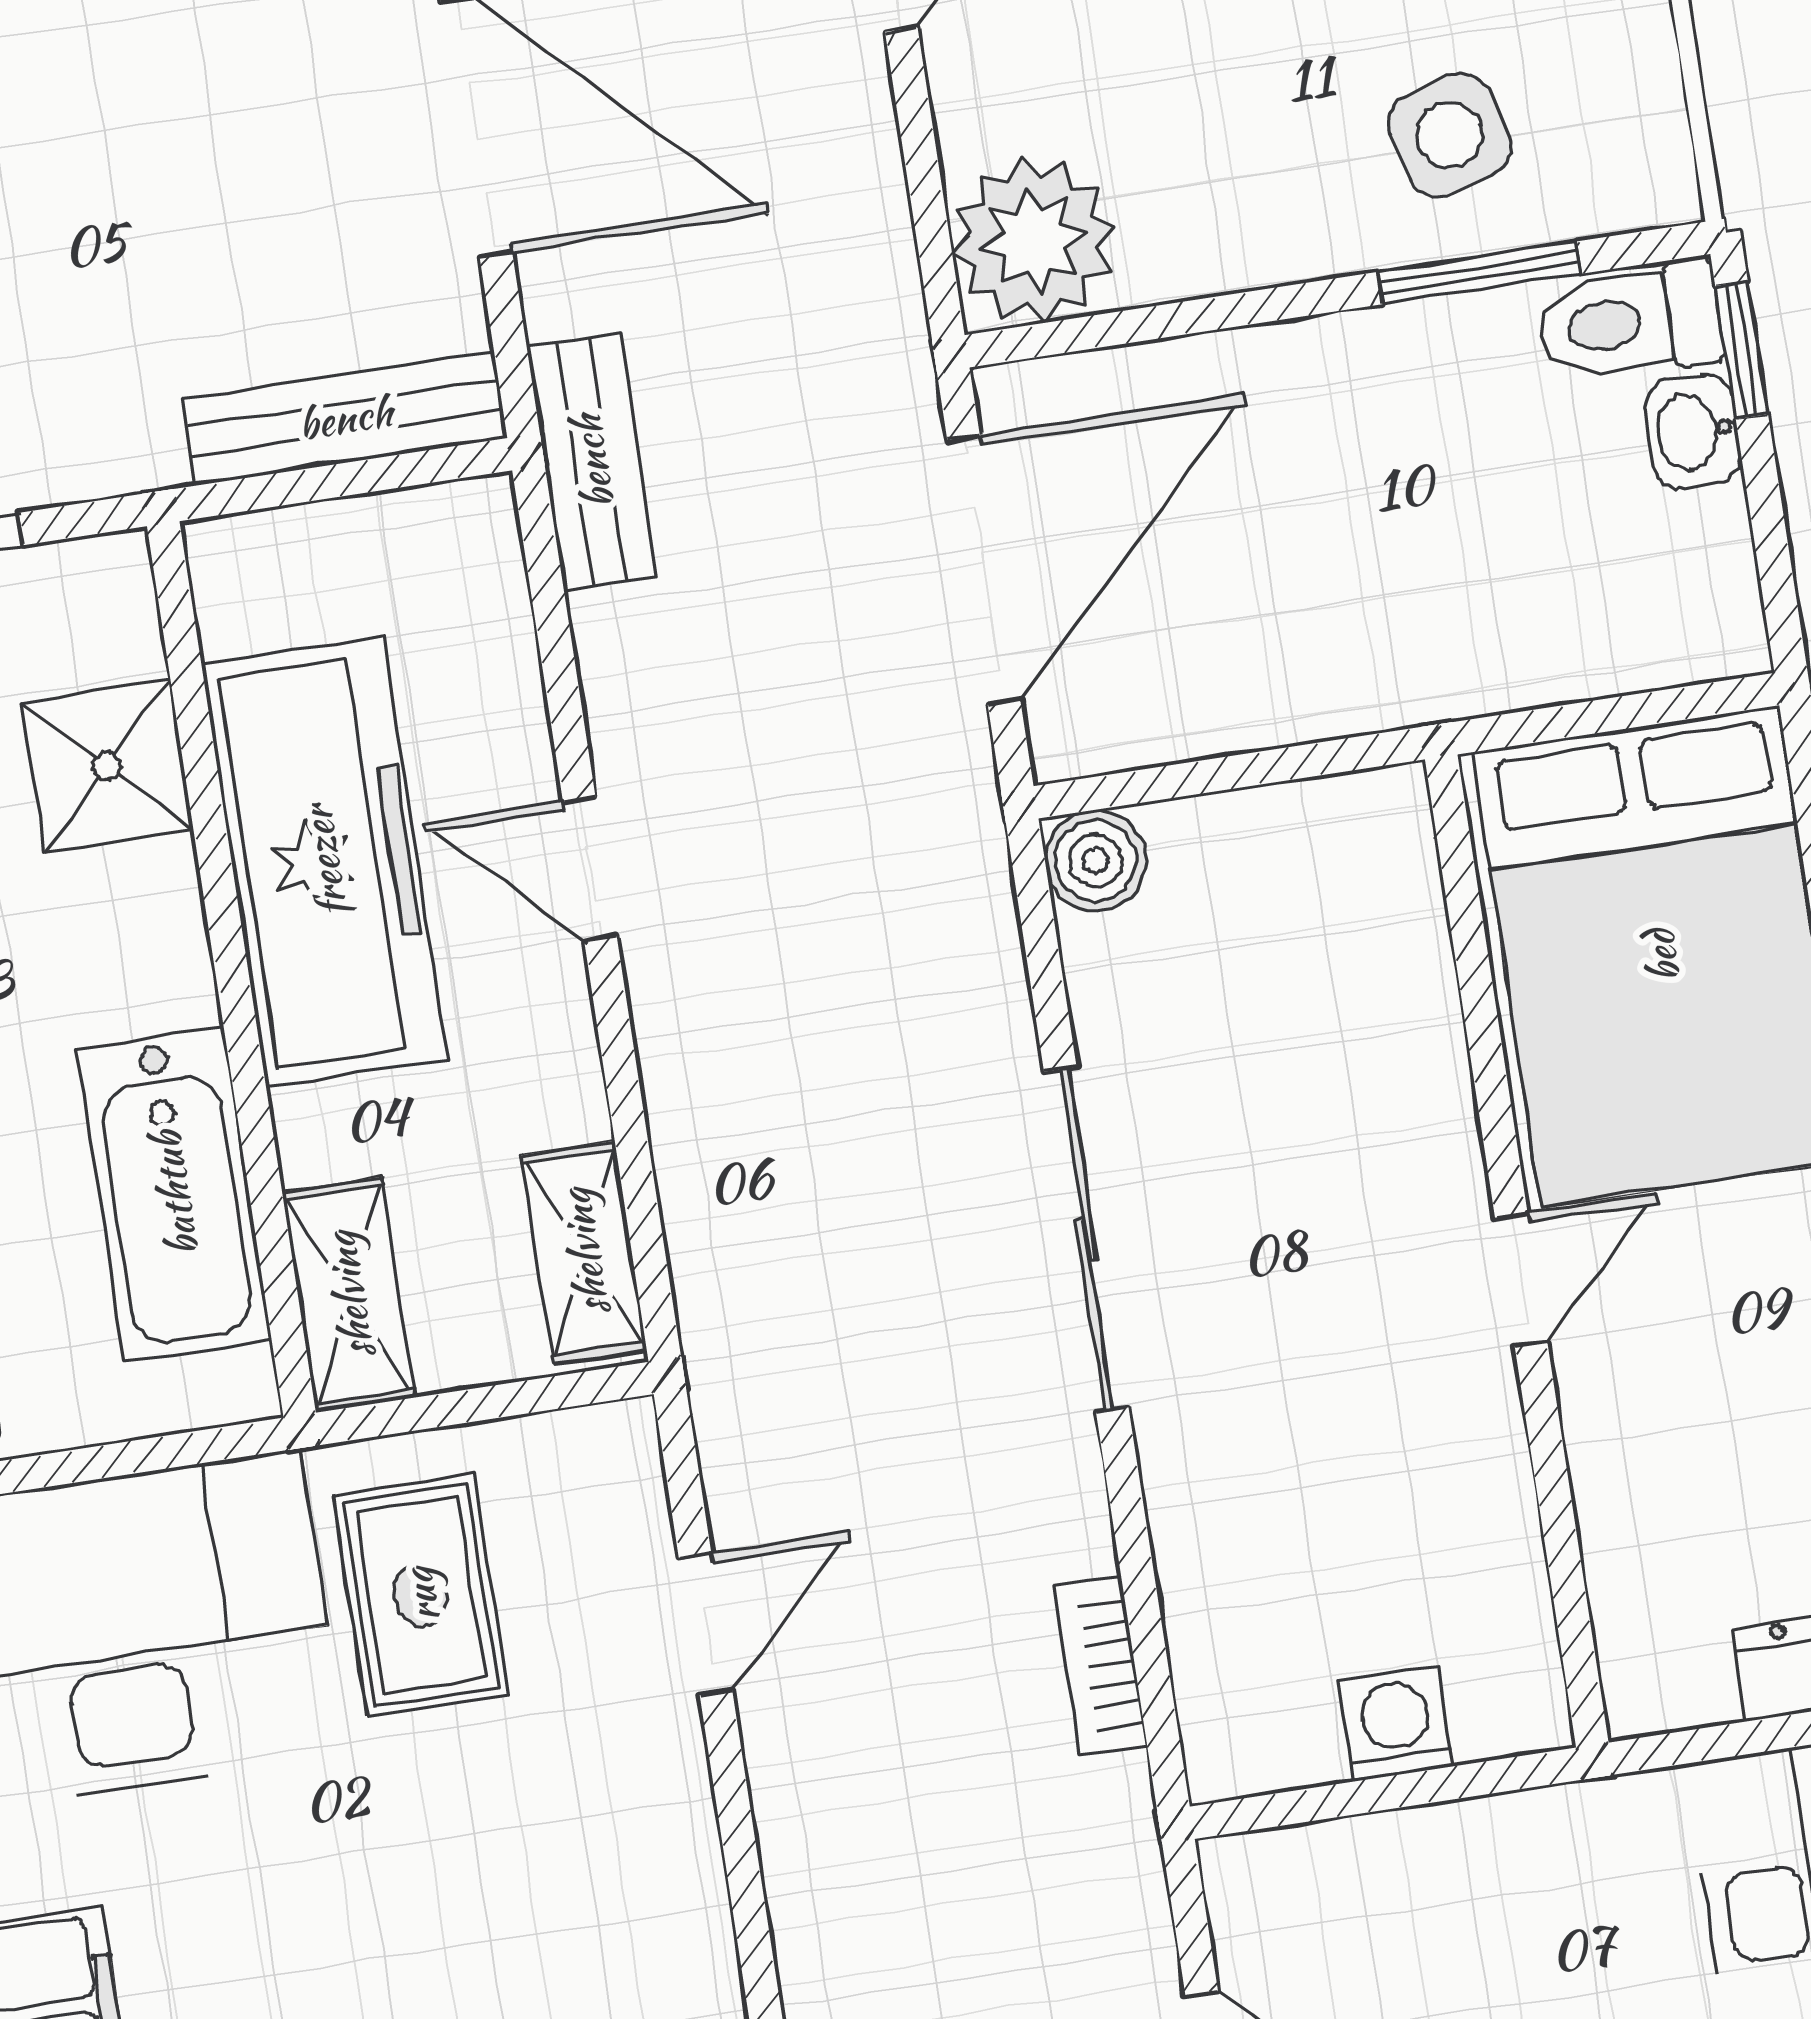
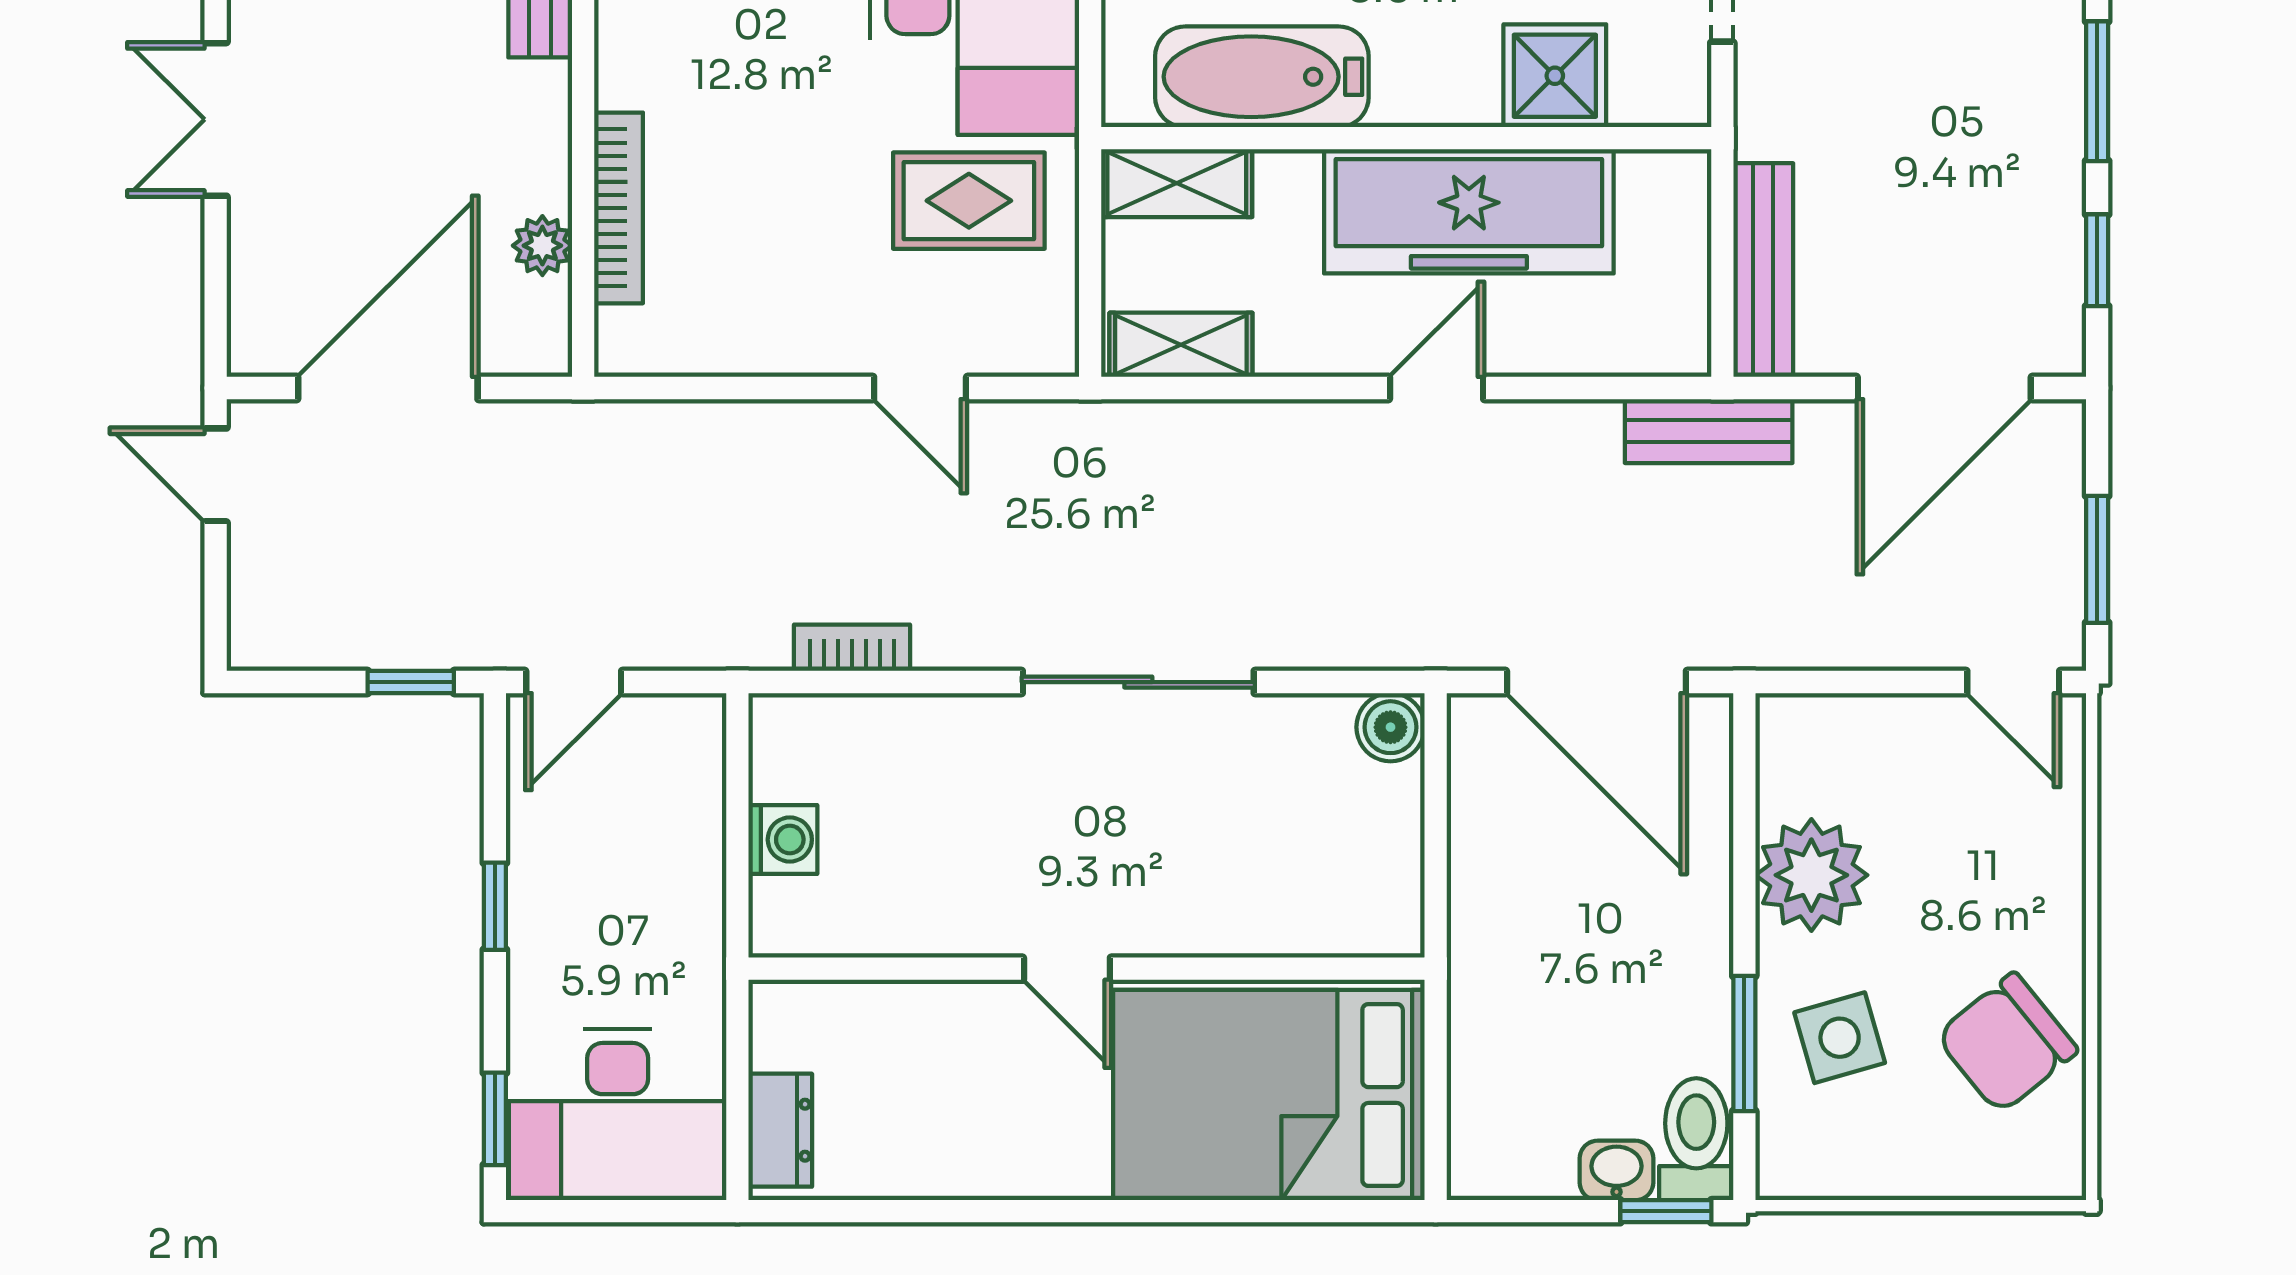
plant: (1034, 241) -> (1811, 875), moved

